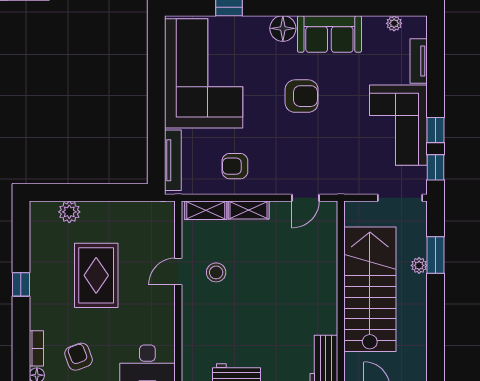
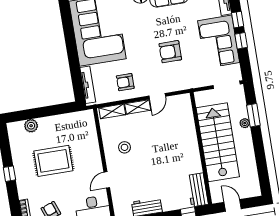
armchair: (302, 96) -> (170, 52), moved, turned 180
window: (435, 167) -> (238, 20), moved
door: (306, 198) -> (157, 96), moved
door: (178, 271) -> (107, 180), moved
rug: (96, 275) -> (53, 161), turned 90

